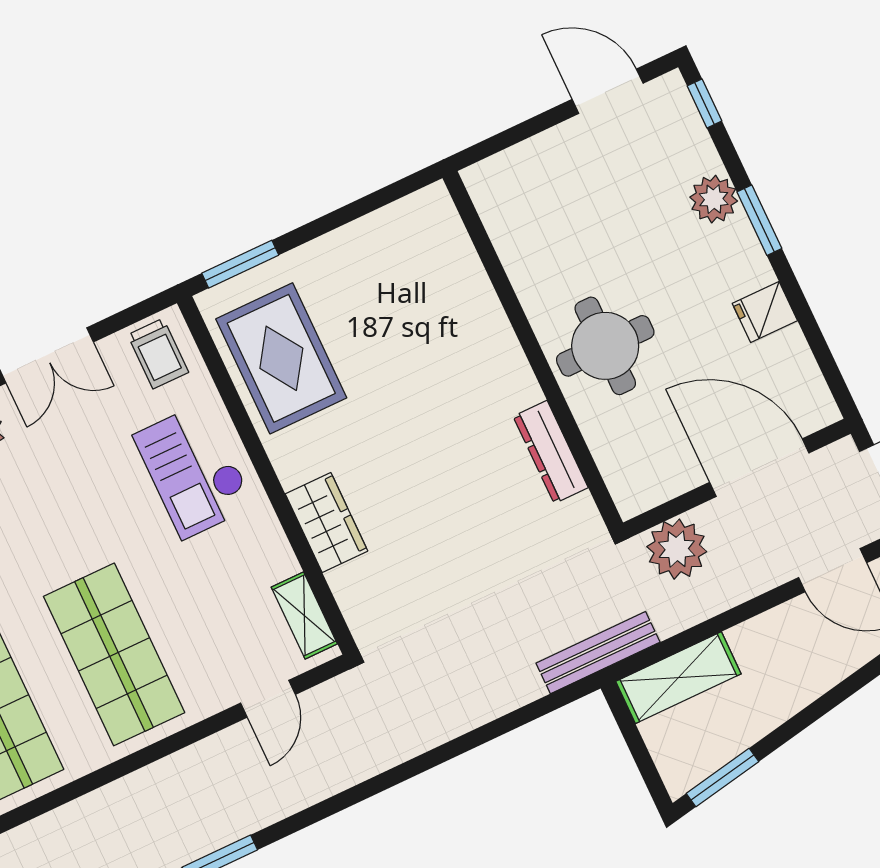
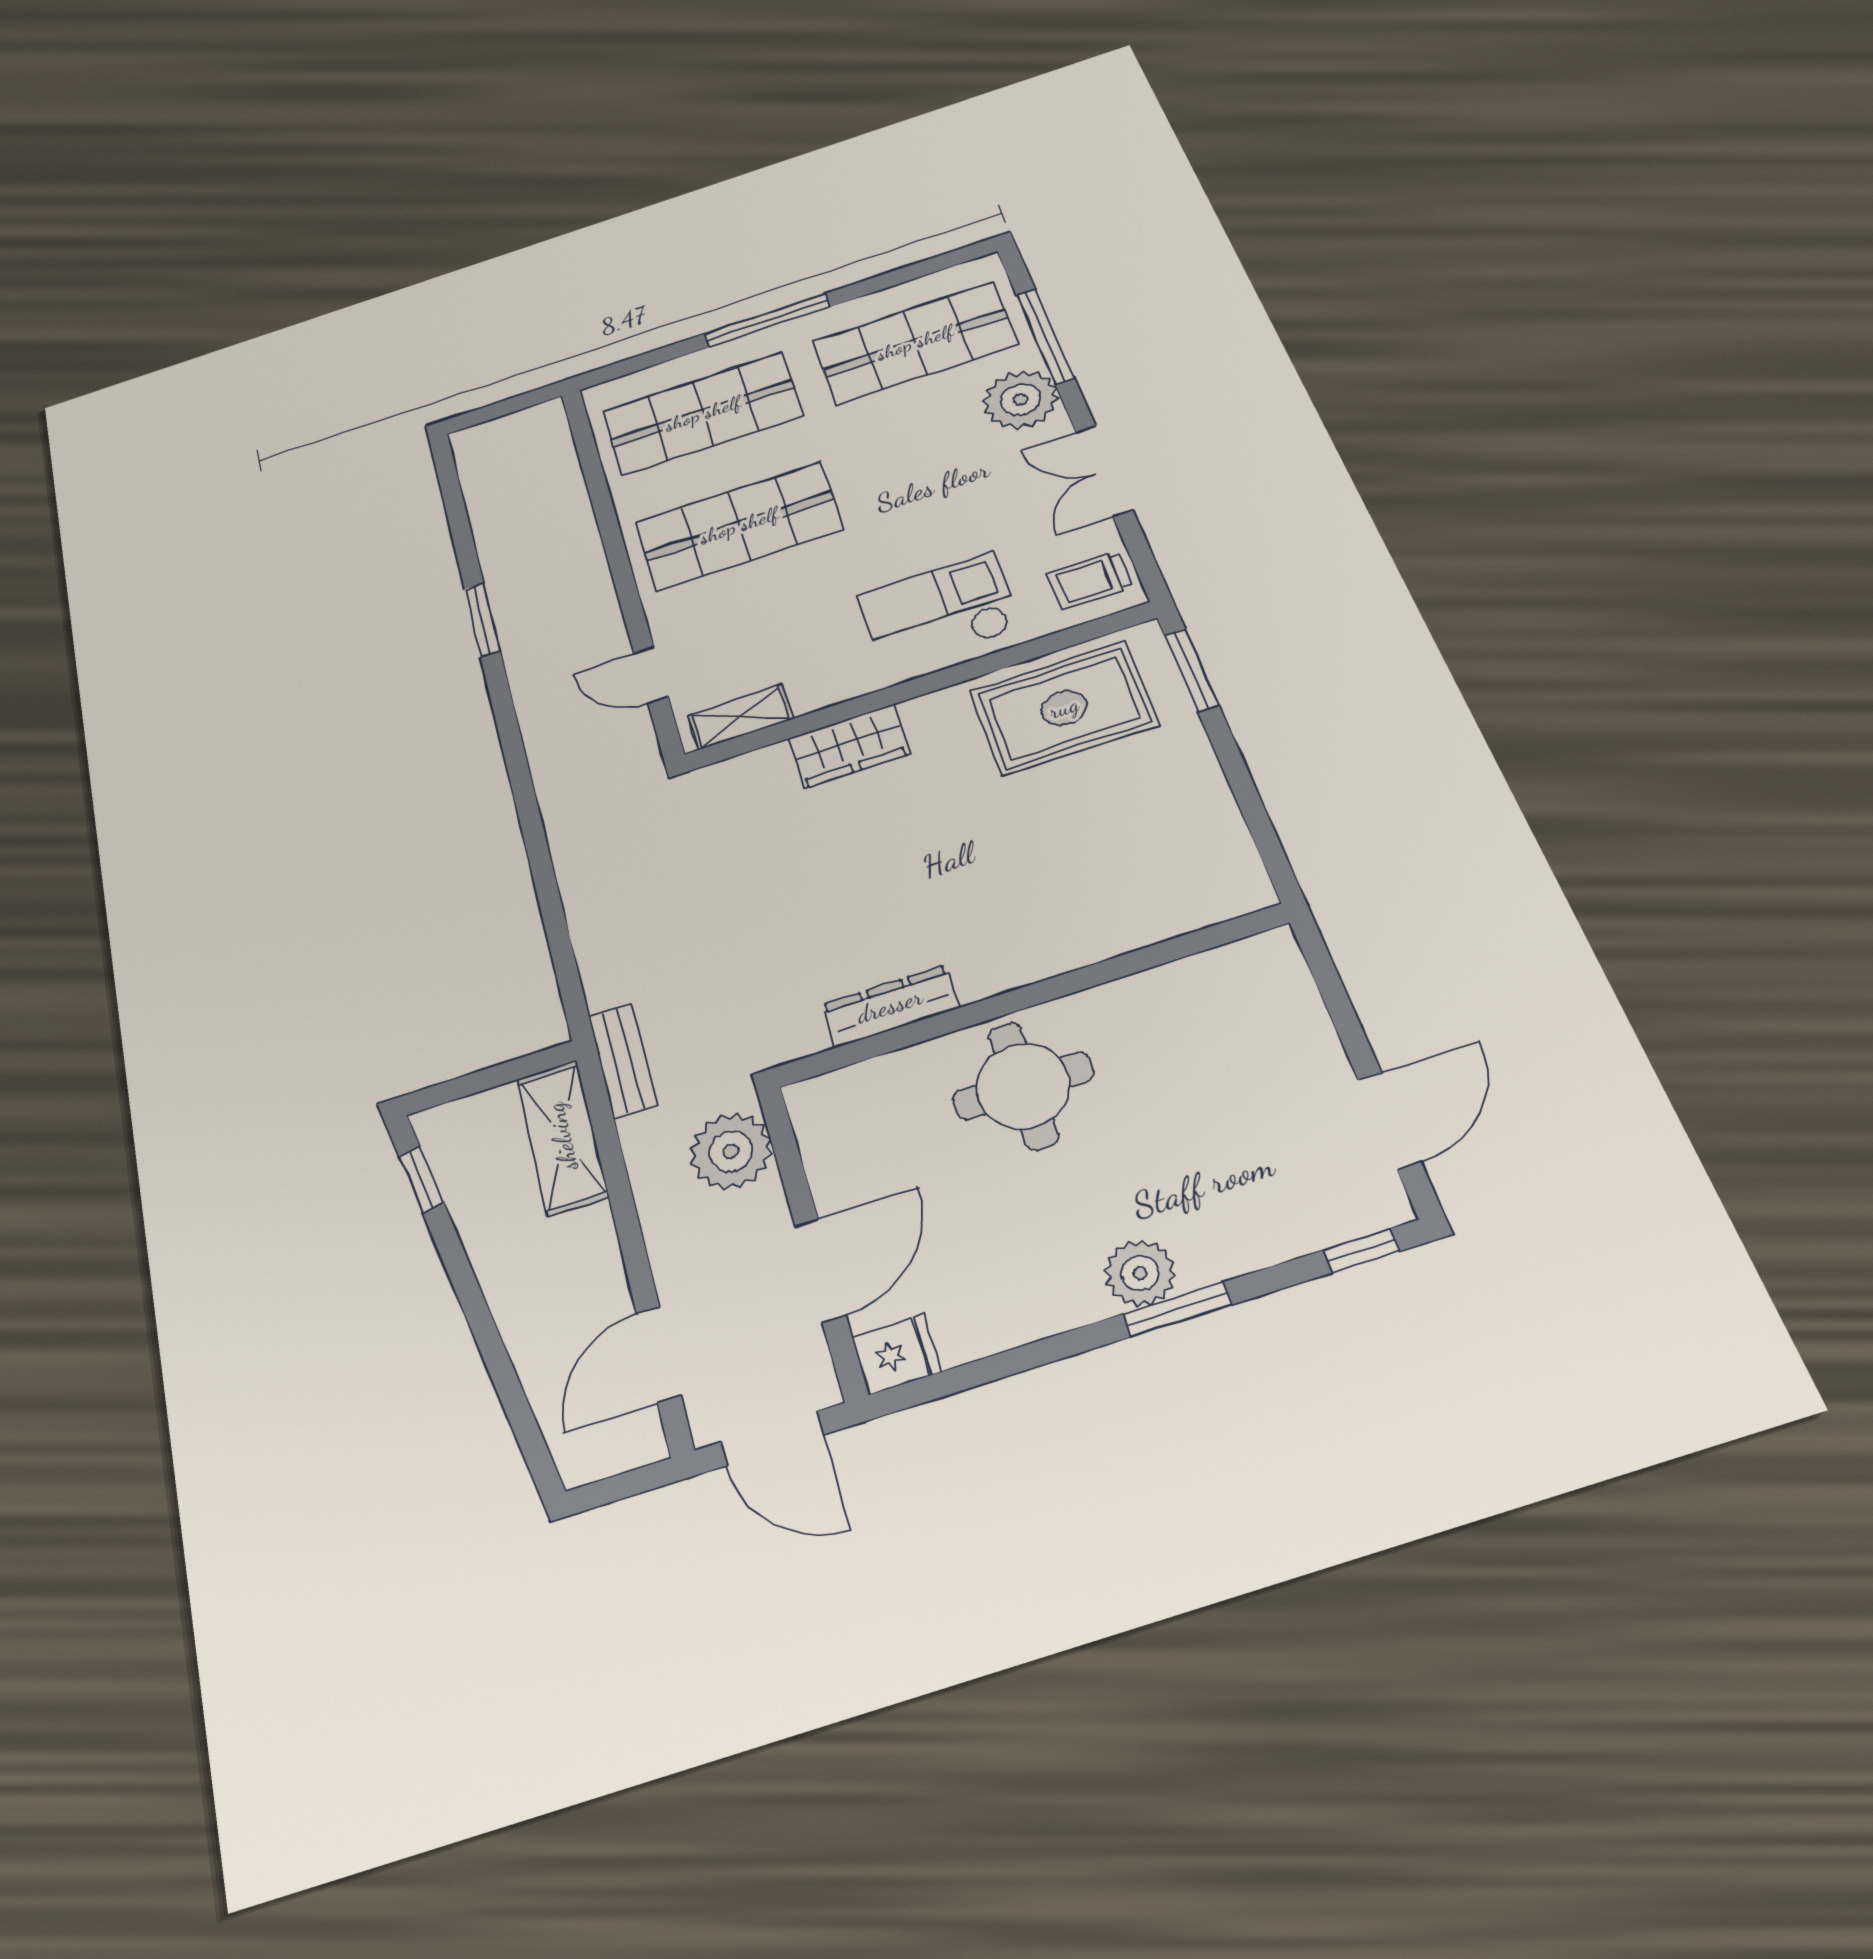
plant: (714, 199) -> (1140, 1273), moved
fridge: (765, 312) -> (896, 1354), moved, turned 90
door: (759, 468) -> (820, 1270), width x0.73
bench: (598, 653) -> (623, 1060), width x0.73
window: (722, 777) -> (421, 1179), width x0.67

